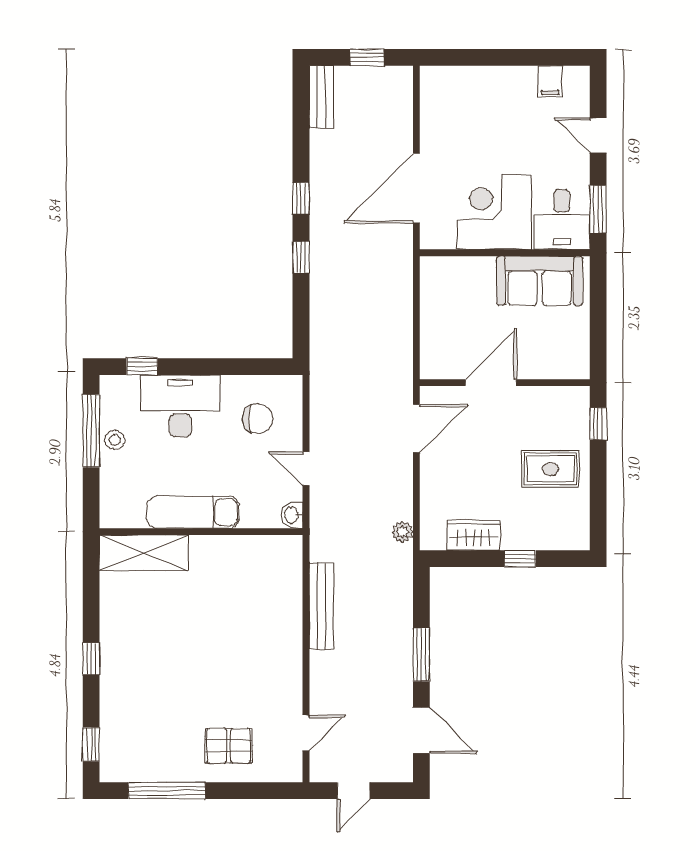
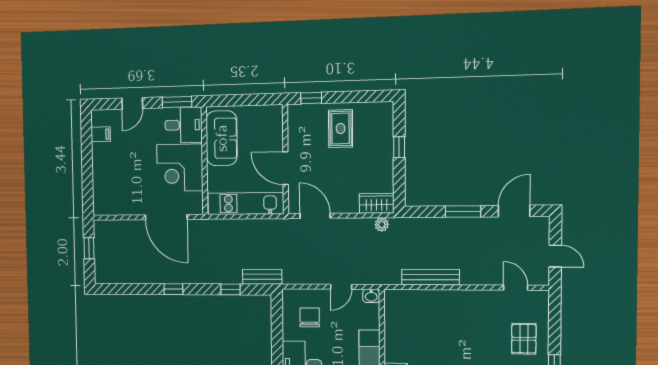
bench: (321, 97) -> (262, 277), moved
window: (301, 257) -> (230, 289), moved
kitchen unit: (437, 318) -> (246, 203), added
wardrobe: (474, 535) -> (377, 203), moved, turned 90

